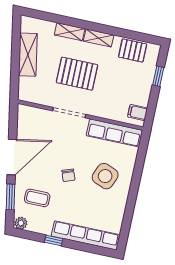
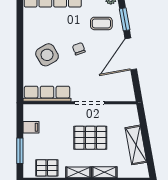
window: (158, 76) -> (20, 151), width x1.50
filing cabinet: (138, 112) -> (31, 127), moved
side table: (105, 176) -> (47, 55), turned 38

